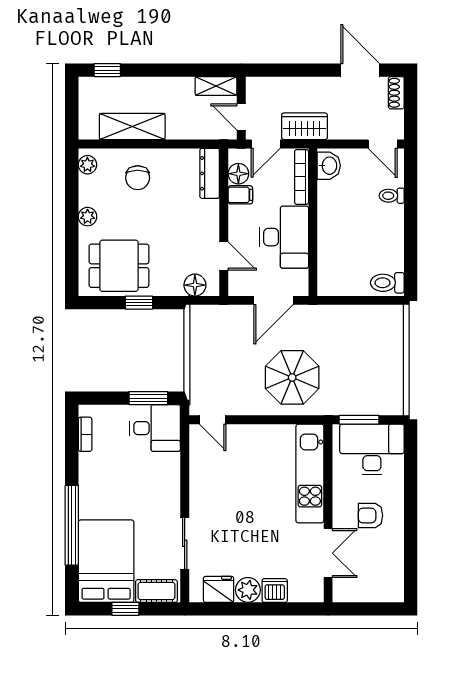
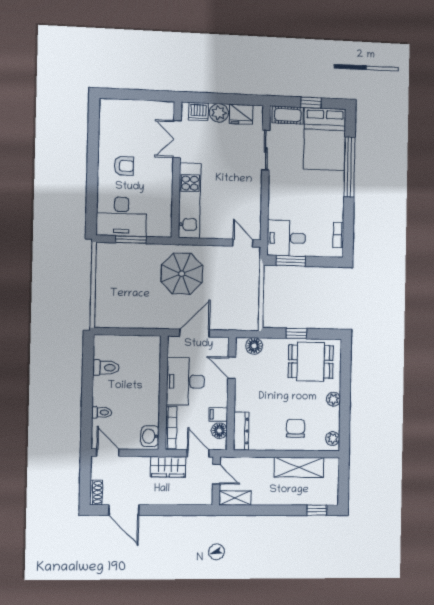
door: (266, 144) -> (198, 453), hinge flipped
toilet: (387, 283) -> (106, 368), moved
kitchen unit: (310, 473) -> (190, 200), moved
wall: (328, 513) -> (176, 170), moved
double door: (328, 553) -> (177, 139), moved

